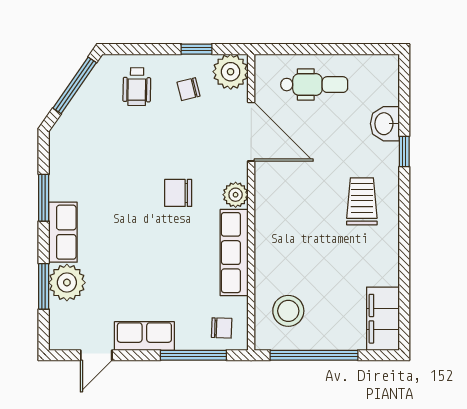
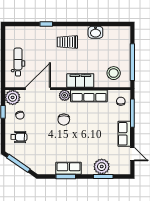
washbasin: (385, 124) -> (95, 32), moved
row of seats: (63, 232) -> (69, 168), moved
filing cabinet: (383, 319) -> (80, 81), moved, turned 180

